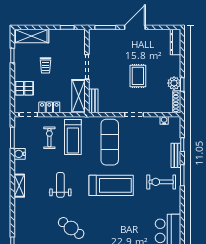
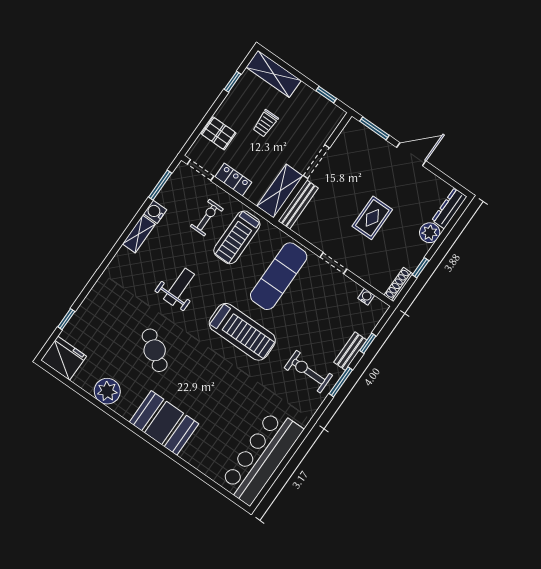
plant: (174, 83) -> (430, 233), moved
bench: (93, 101) -> (298, 205), width x1.36
shelving: (19, 186) -> (139, 234), moved

